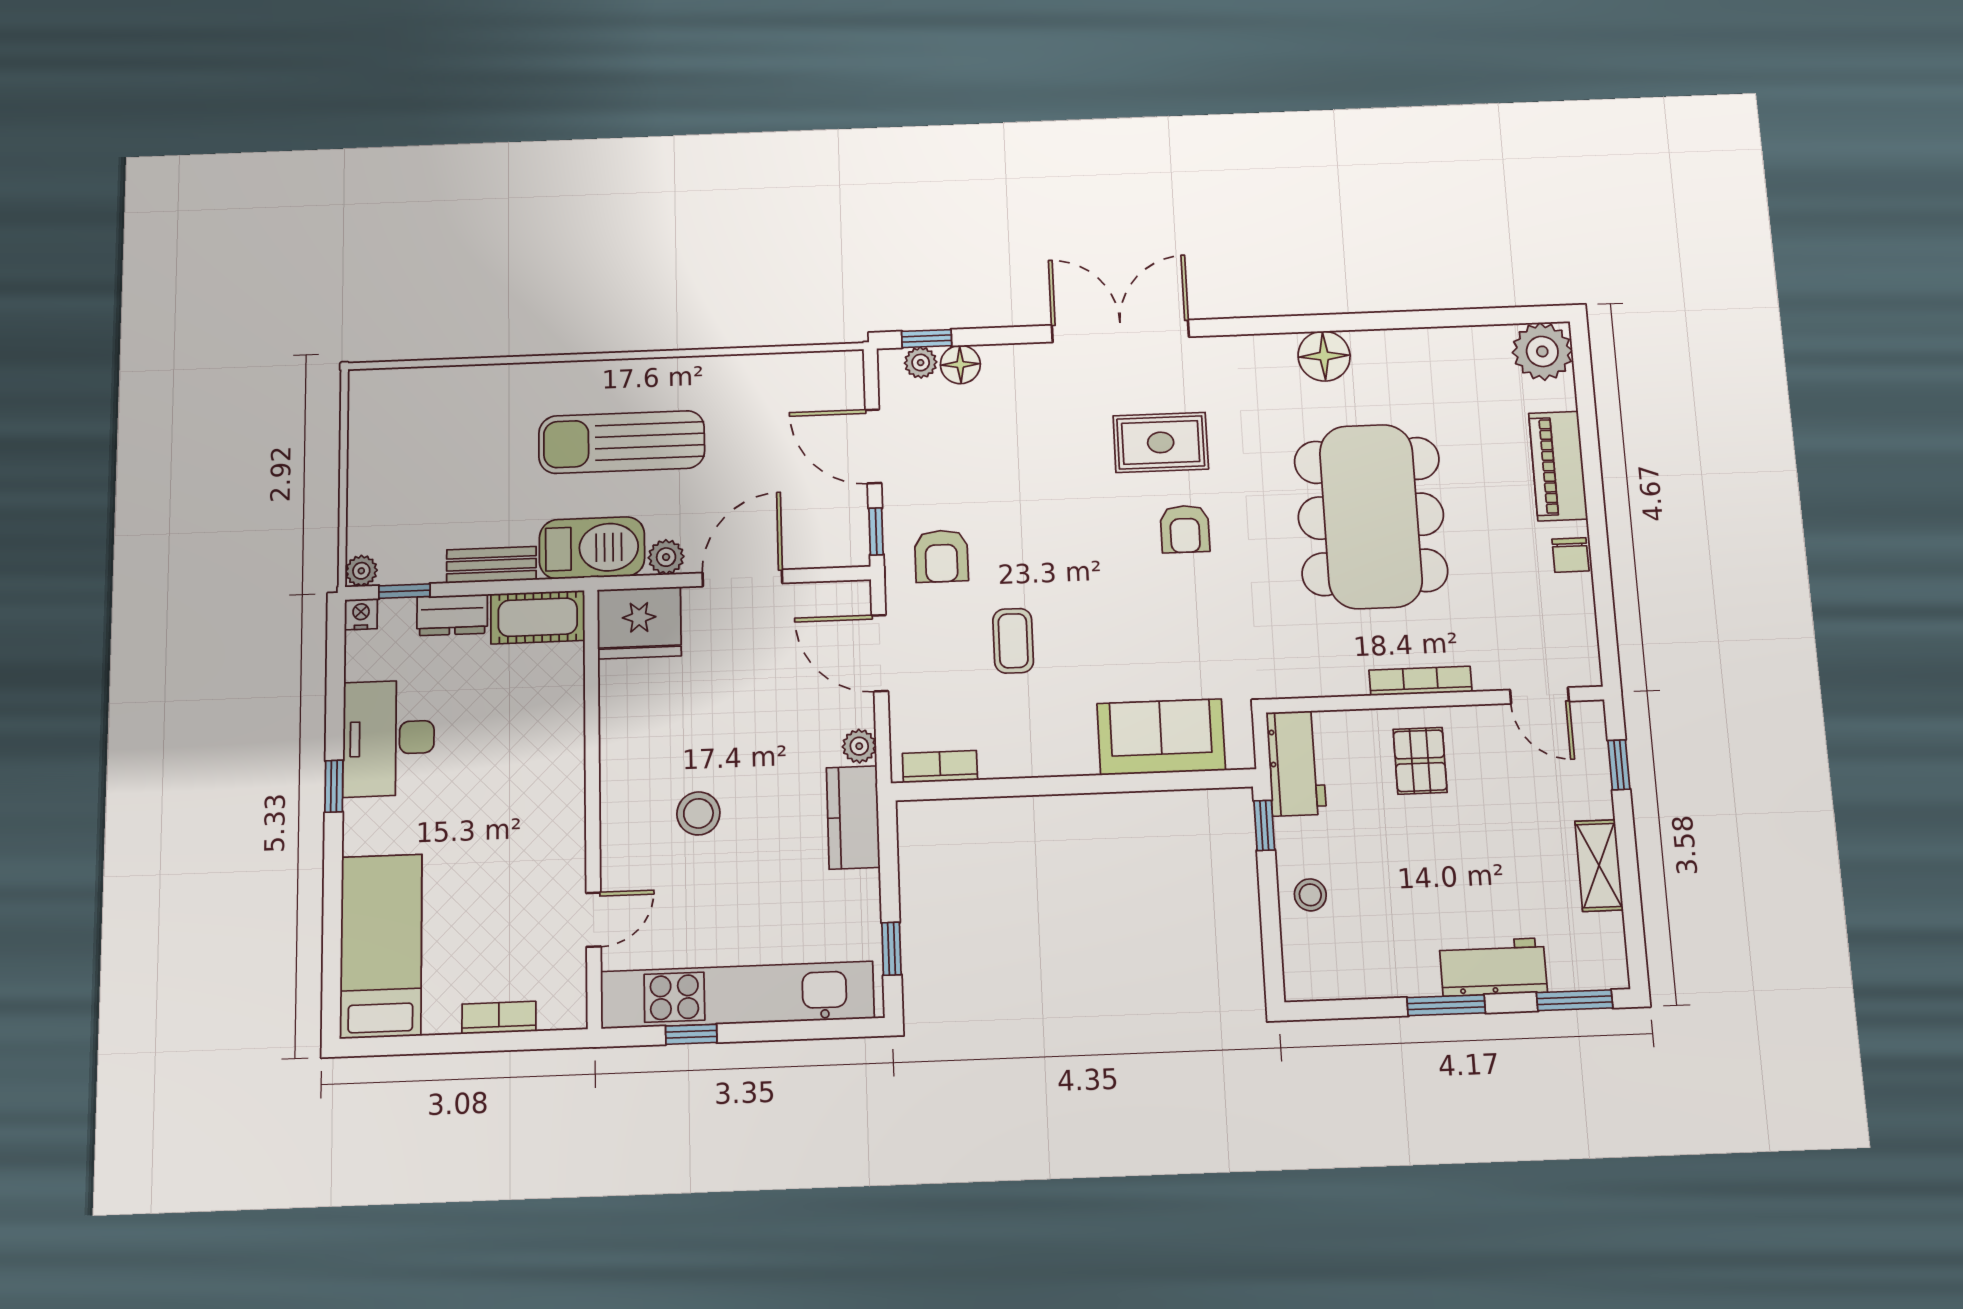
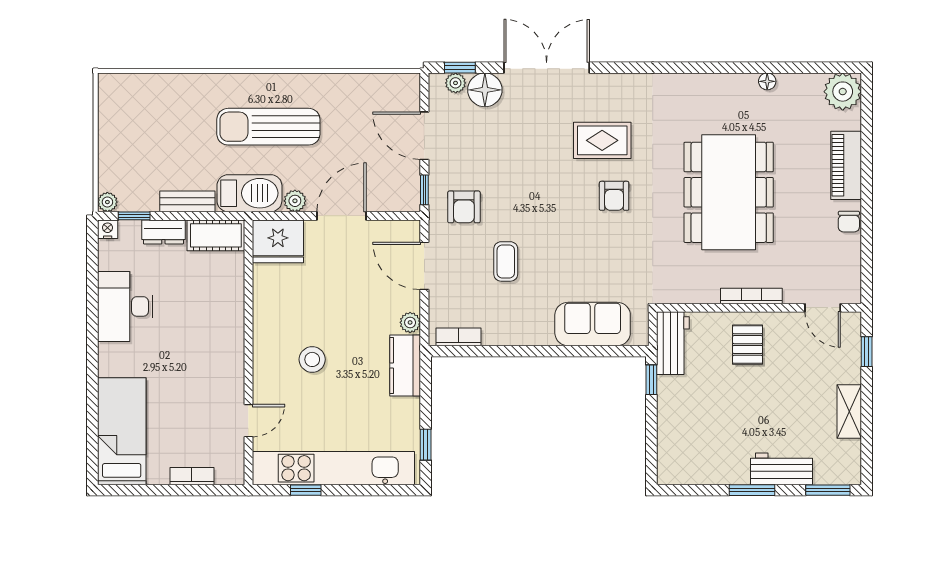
double door: (1120, 331) -> (547, 68), moved
floor lamp: (1324, 356) -> (767, 81), moved, width x0.53, depth x0.53
floor lamp: (960, 364) -> (485, 90), width x1.38, depth x1.38
window: (334, 786) -> (92, 334), removed
stool: (1310, 895) -> (676, 422), removed

